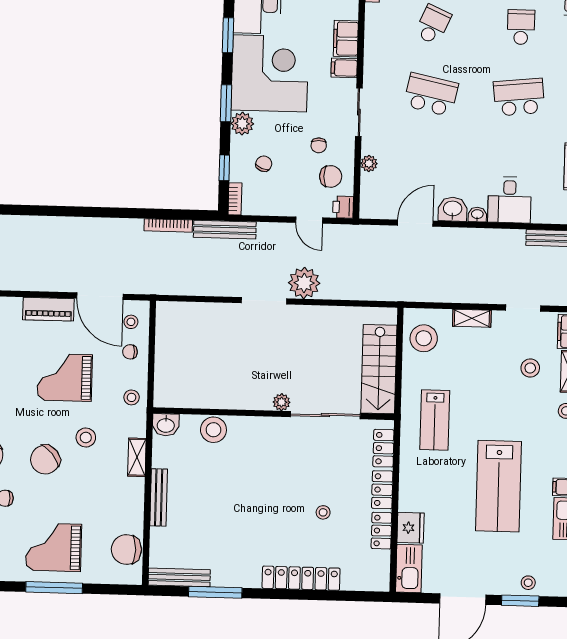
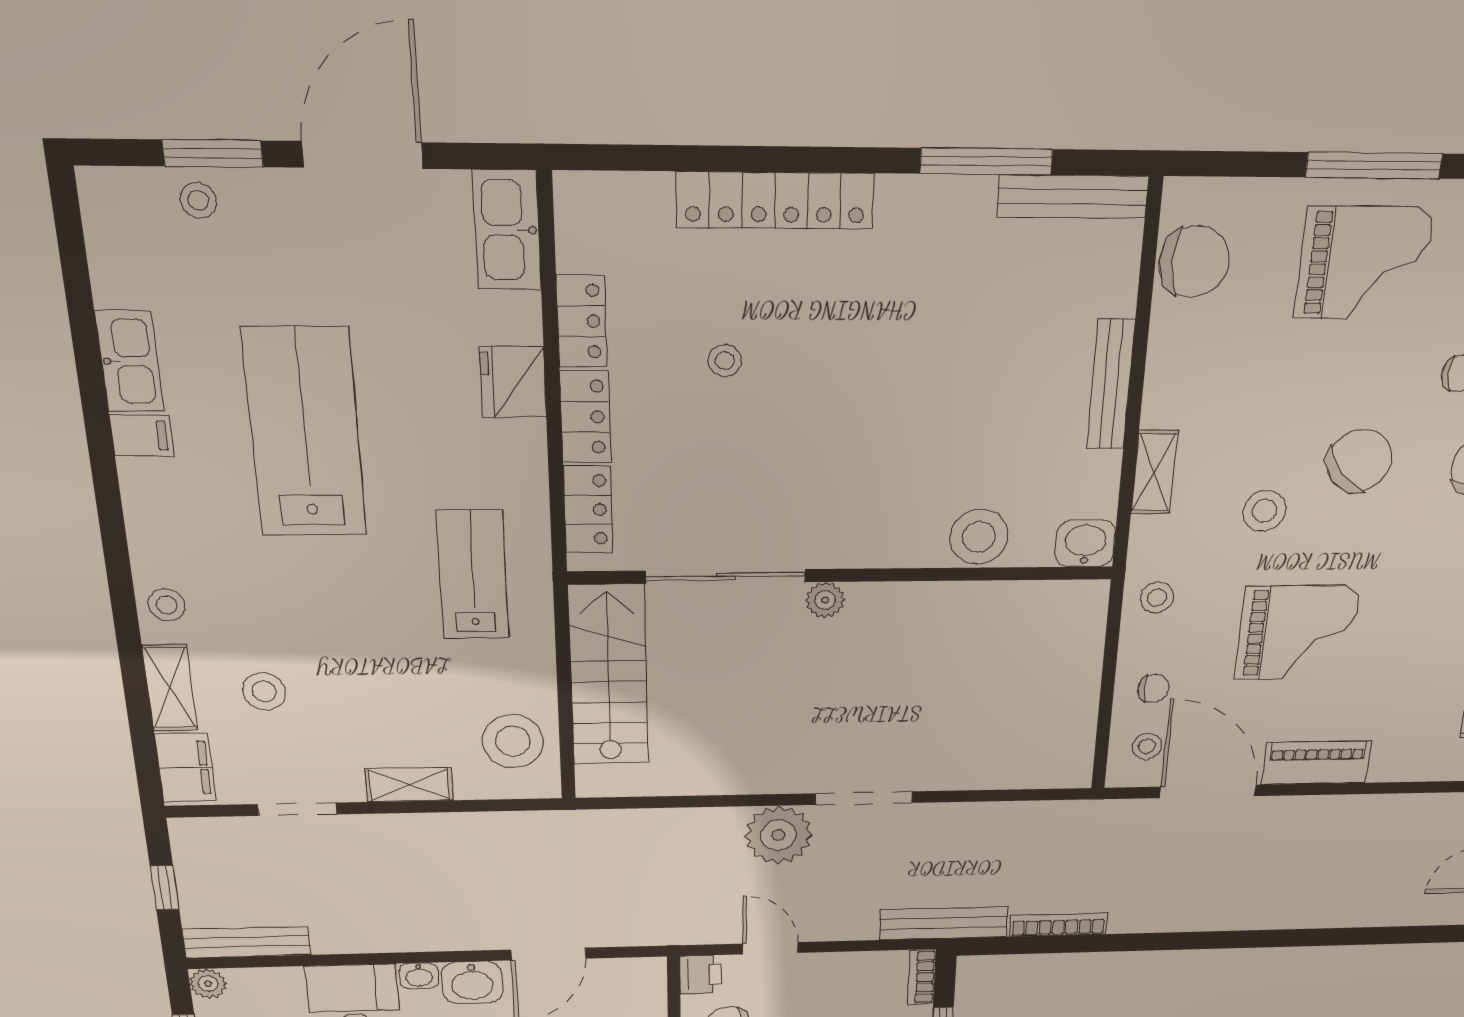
fridge: (411, 528) -> (513, 382), moved

